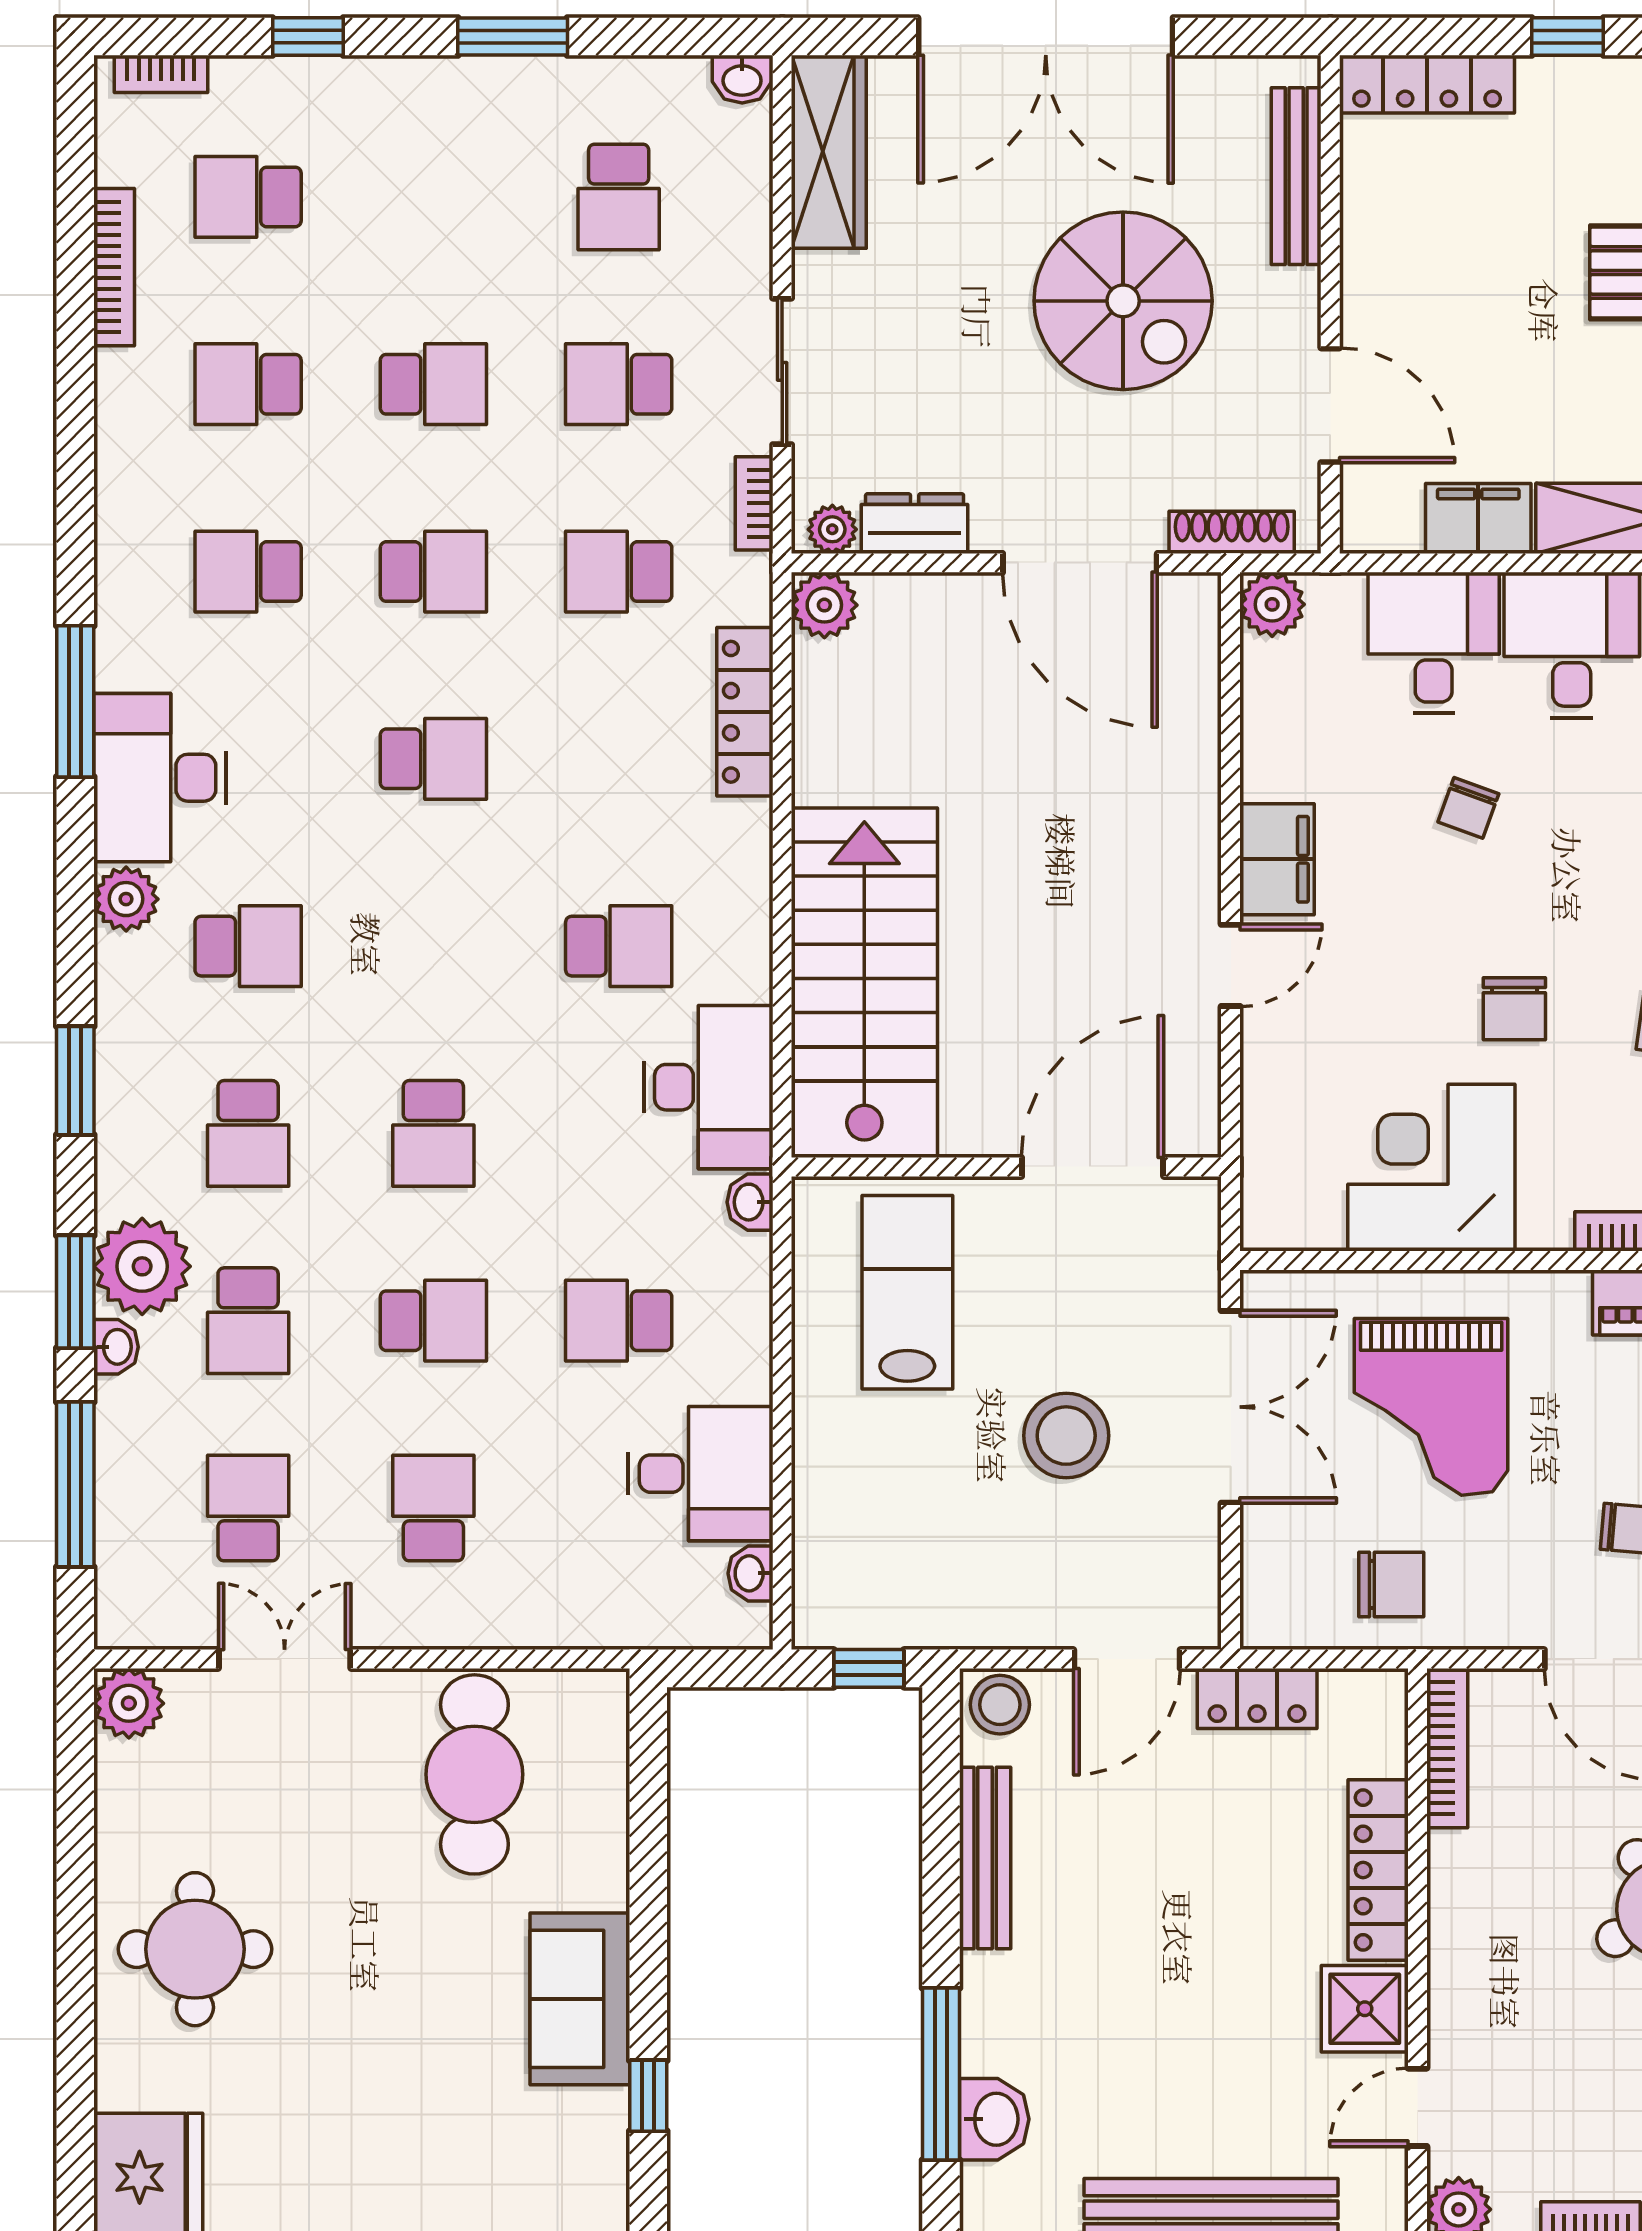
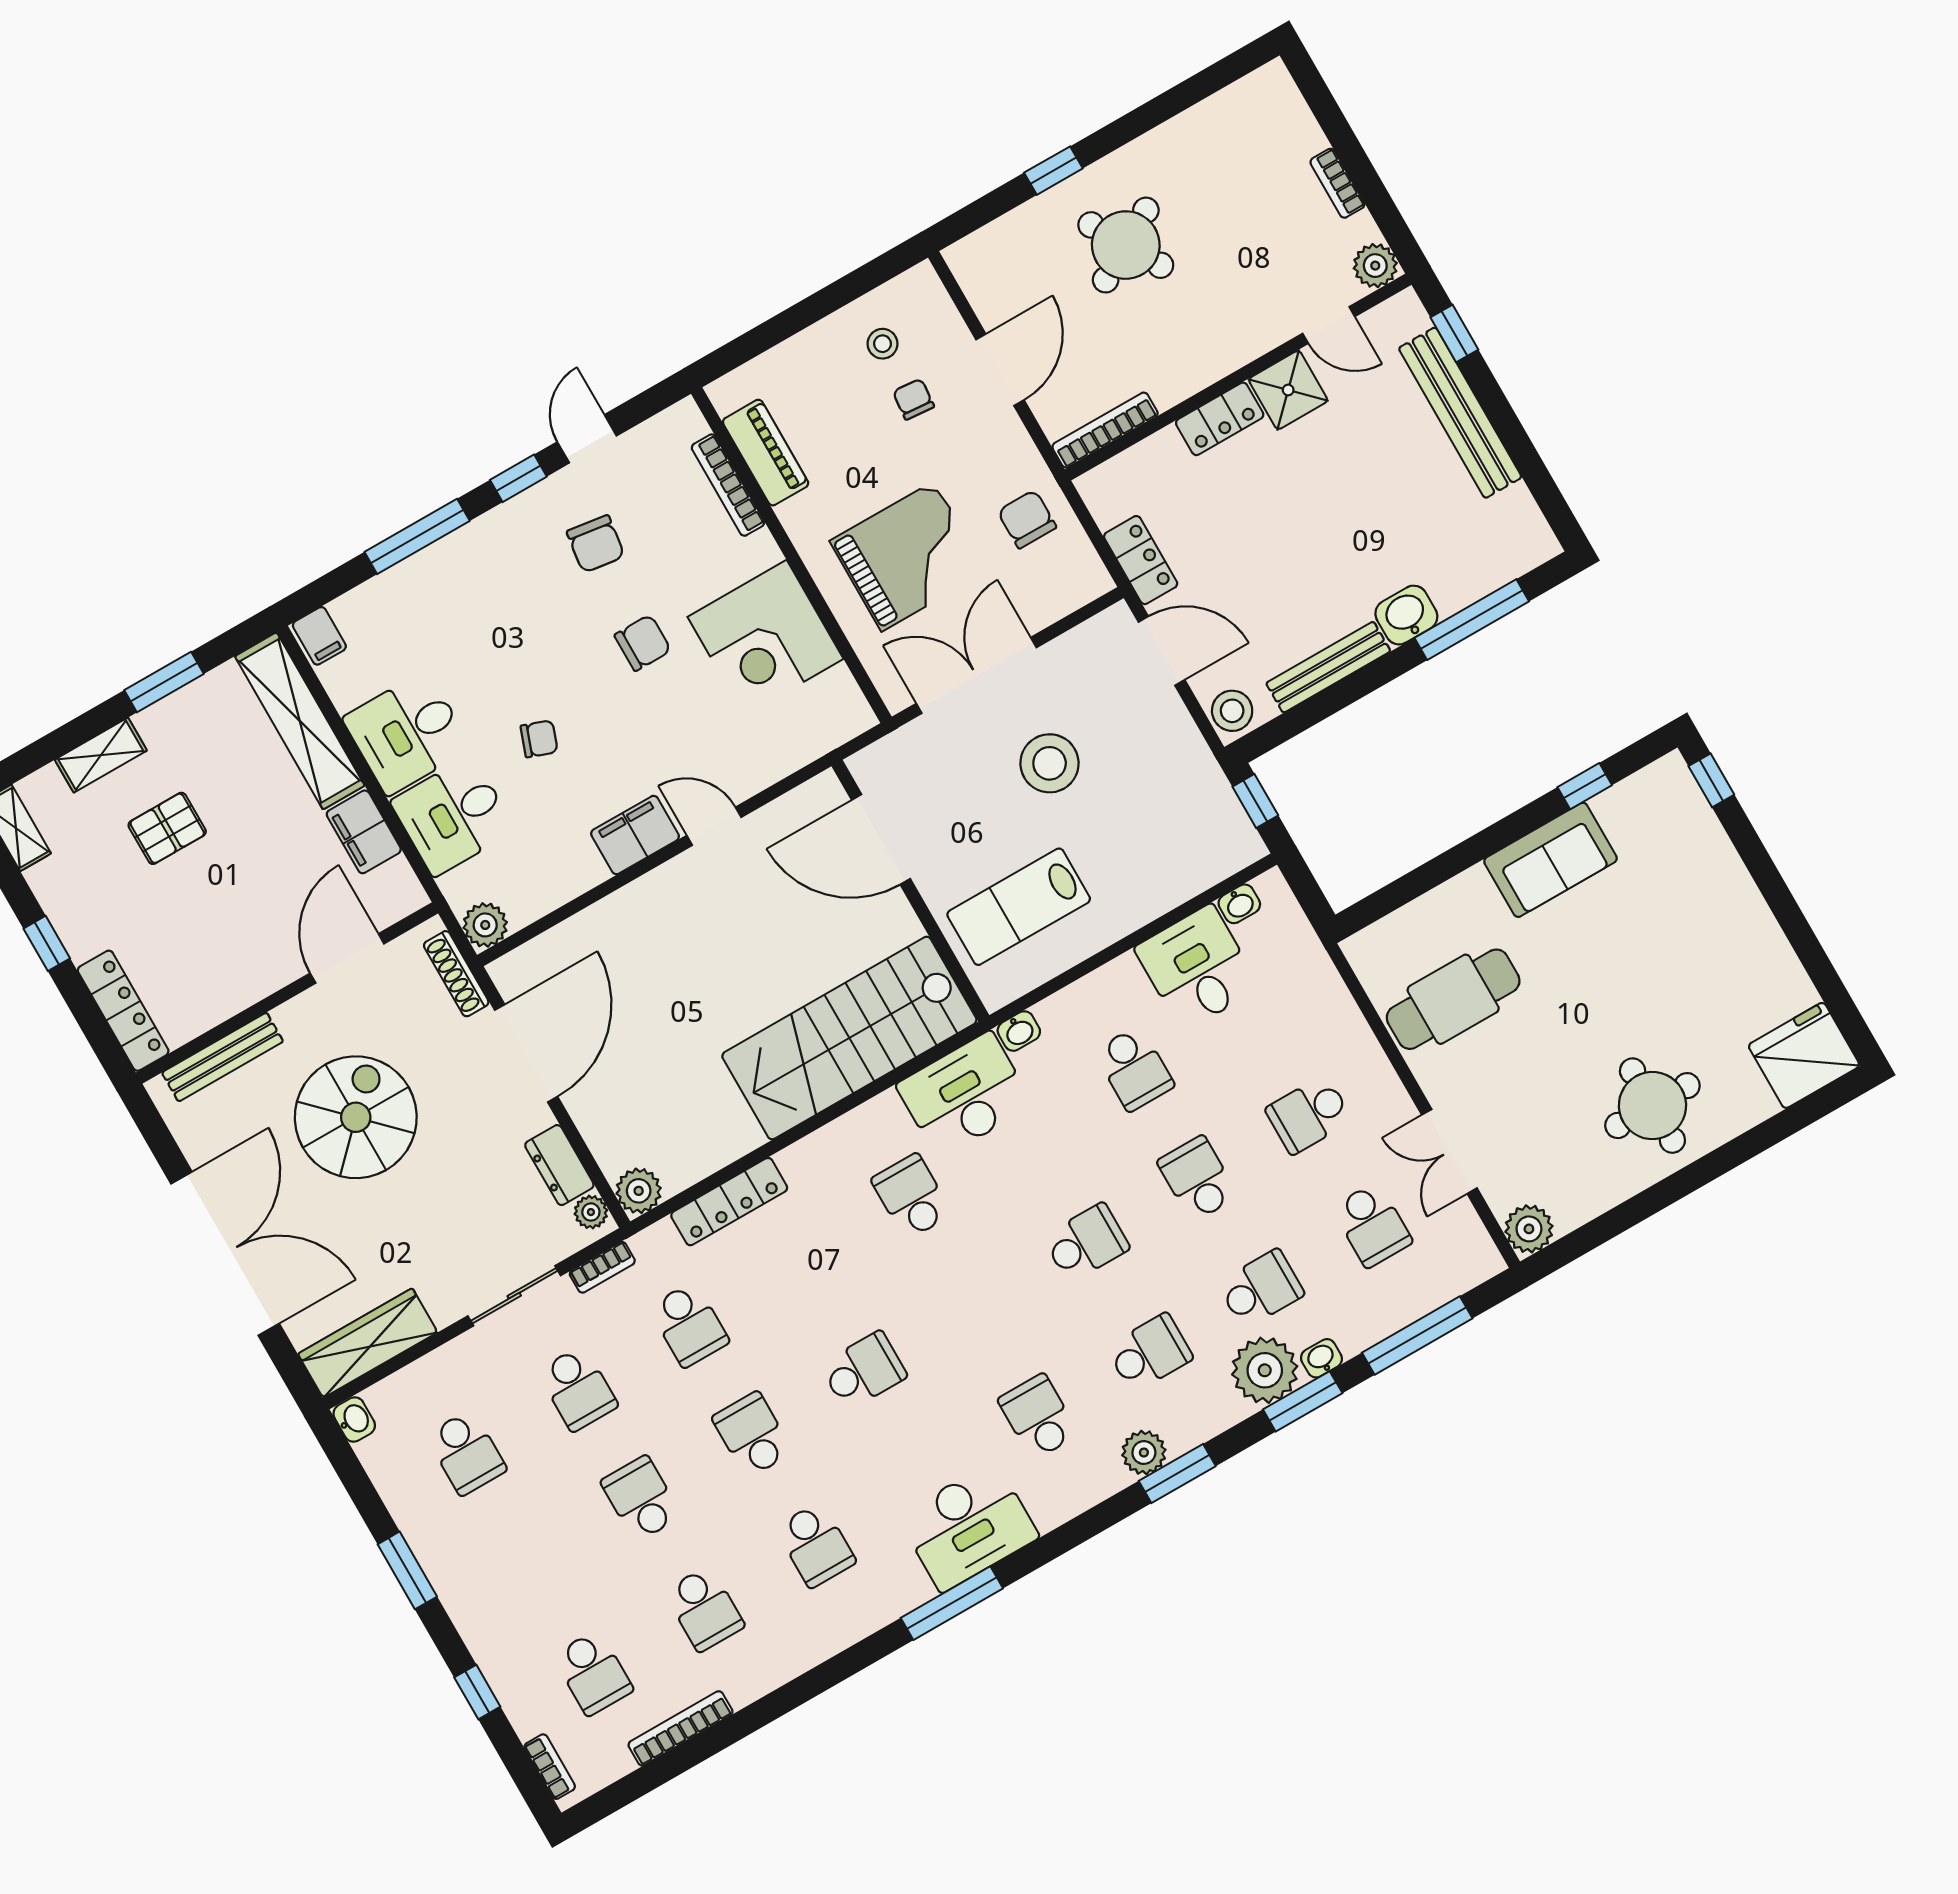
school desk: (619, 197) -> (466, 1453), turned 90
school desk: (433, 759) -> (864, 1371), turned 90
plant: (126, 899) -> (1144, 1453), moved
school desk: (248, 1508) -> (1372, 1225), turned -90
locker: (1378, 1870) -> (1220, 419), width x0.66
washbasin: (994, 2119) -> (1406, 615), moved

